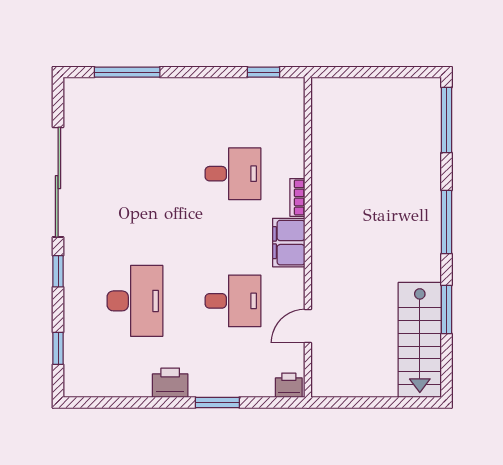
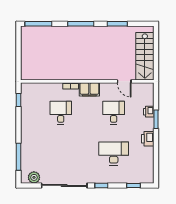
plant: (77, 109) -> (34, 177), added
stairs: (420, 340) -> (145, 56), moved, turned 90
printer: (289, 385) -> (149, 112), moved

